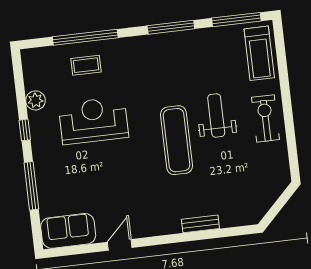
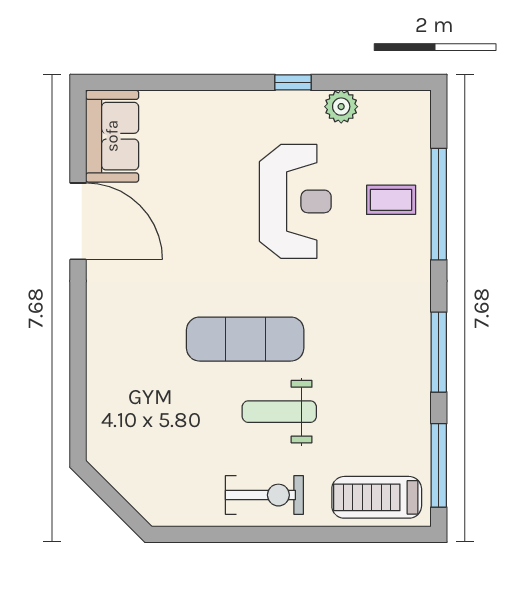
coffee table: (86, 65) -> (391, 200), turned 90
weight bench: (216, 115) -> (279, 412), turned 180
window: (31, 186) -> (196, 82), removed
bench: (200, 224) -> (98, 363), removed
door: (120, 245) -> (78, 221), width x1.87

